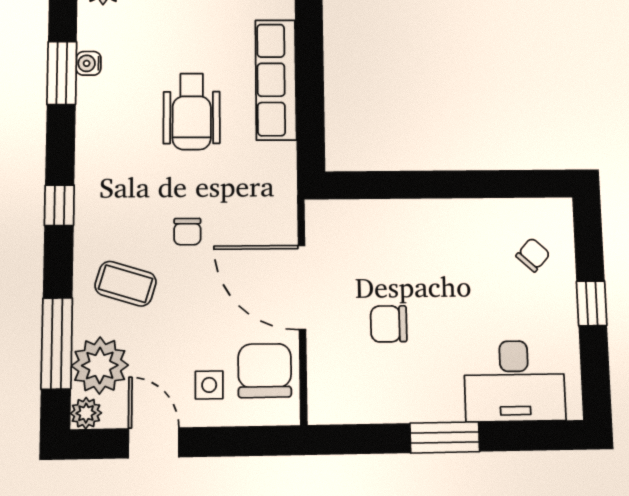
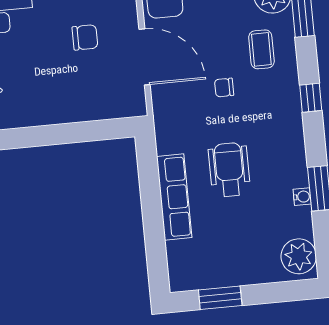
chair: (187, 232) -> (224, 88), turned -90
coffee table: (126, 284) -> (261, 49), turned 73

